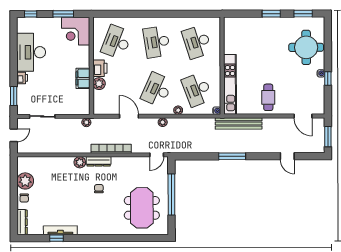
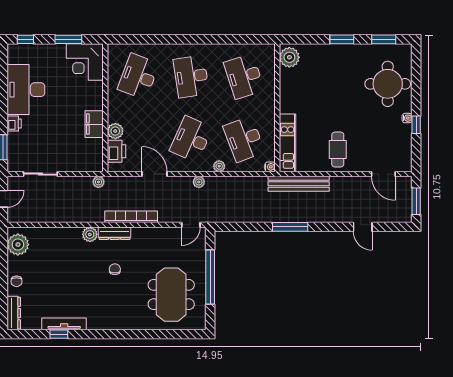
plant: (231, 27) -> (289, 57), added
printer: (100, 68) -> (116, 151), moved
kitchen unit: (230, 84) -> (288, 143), width x0.73
plant: (25, 181) -> (18, 245), moved

